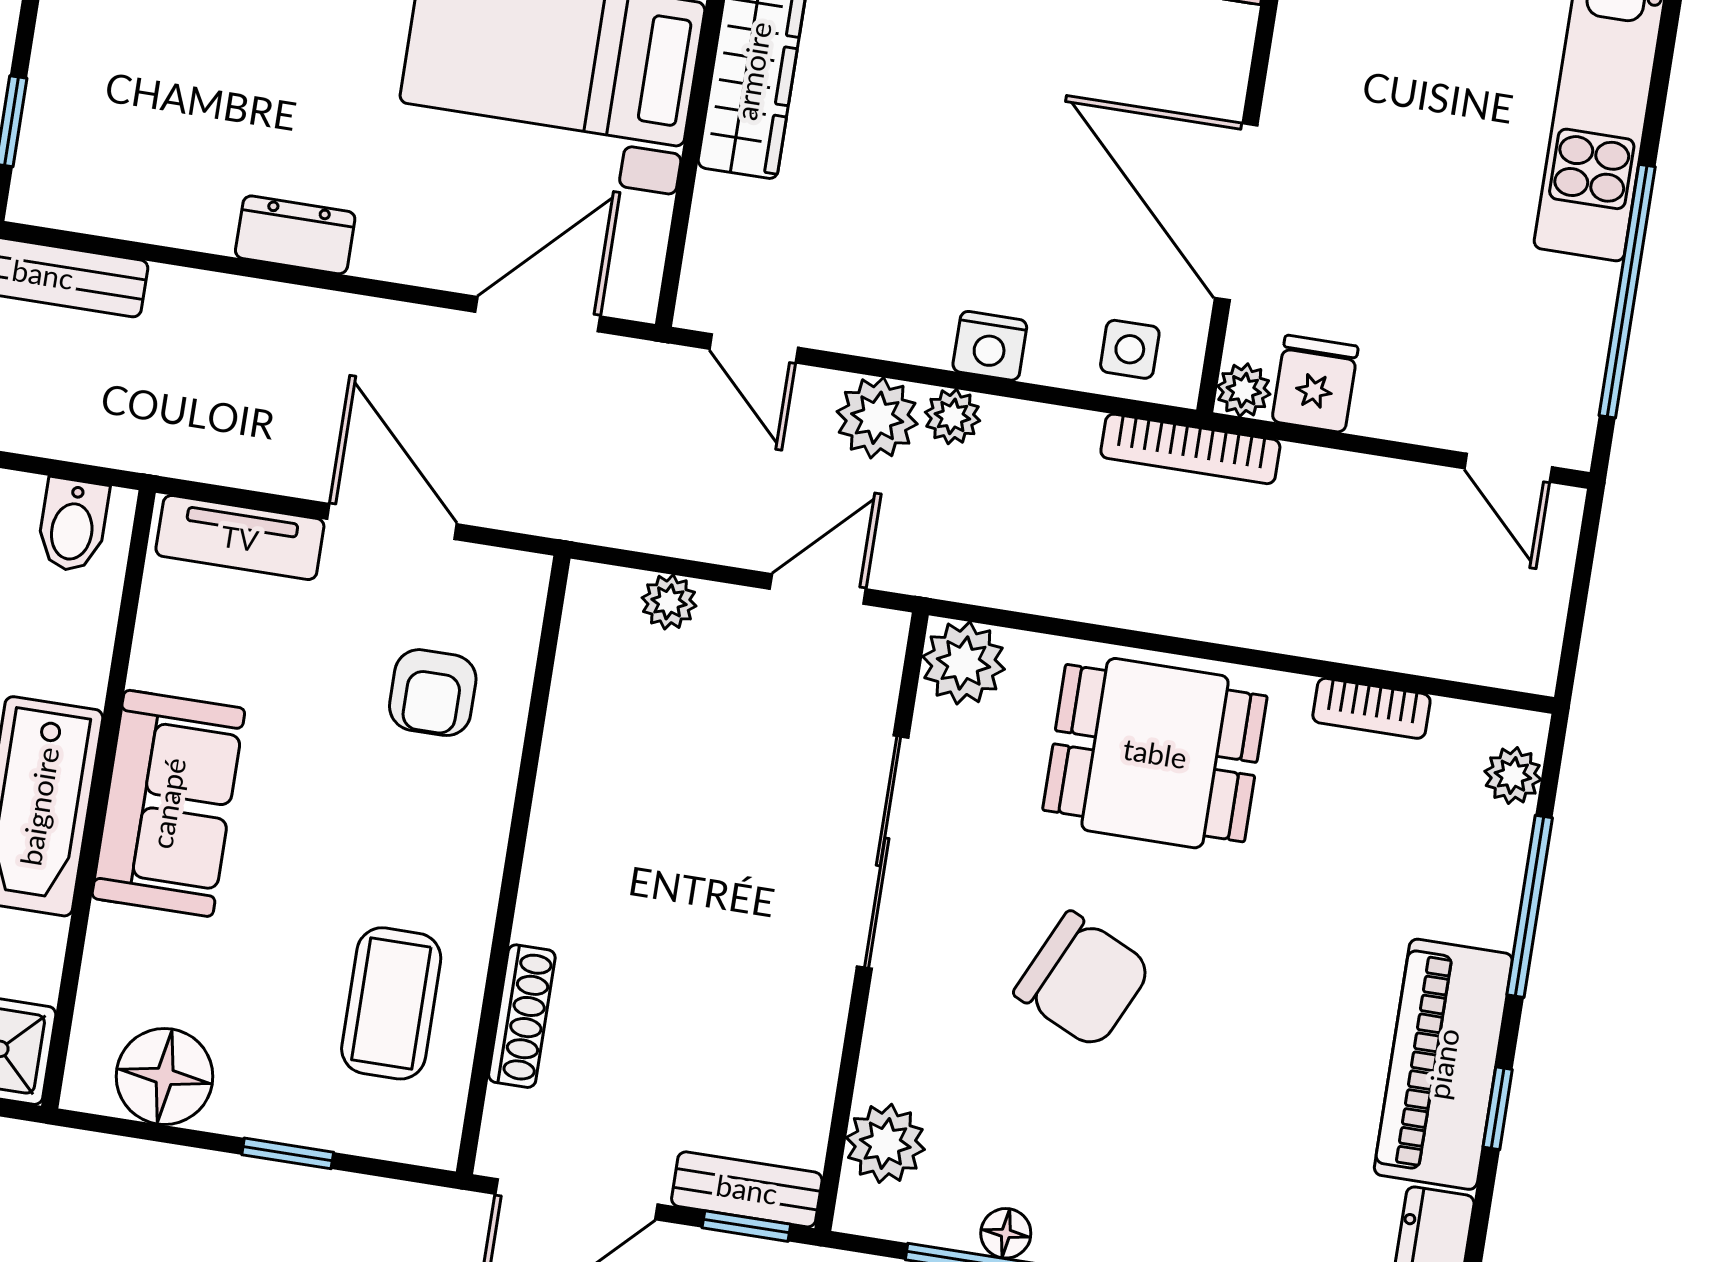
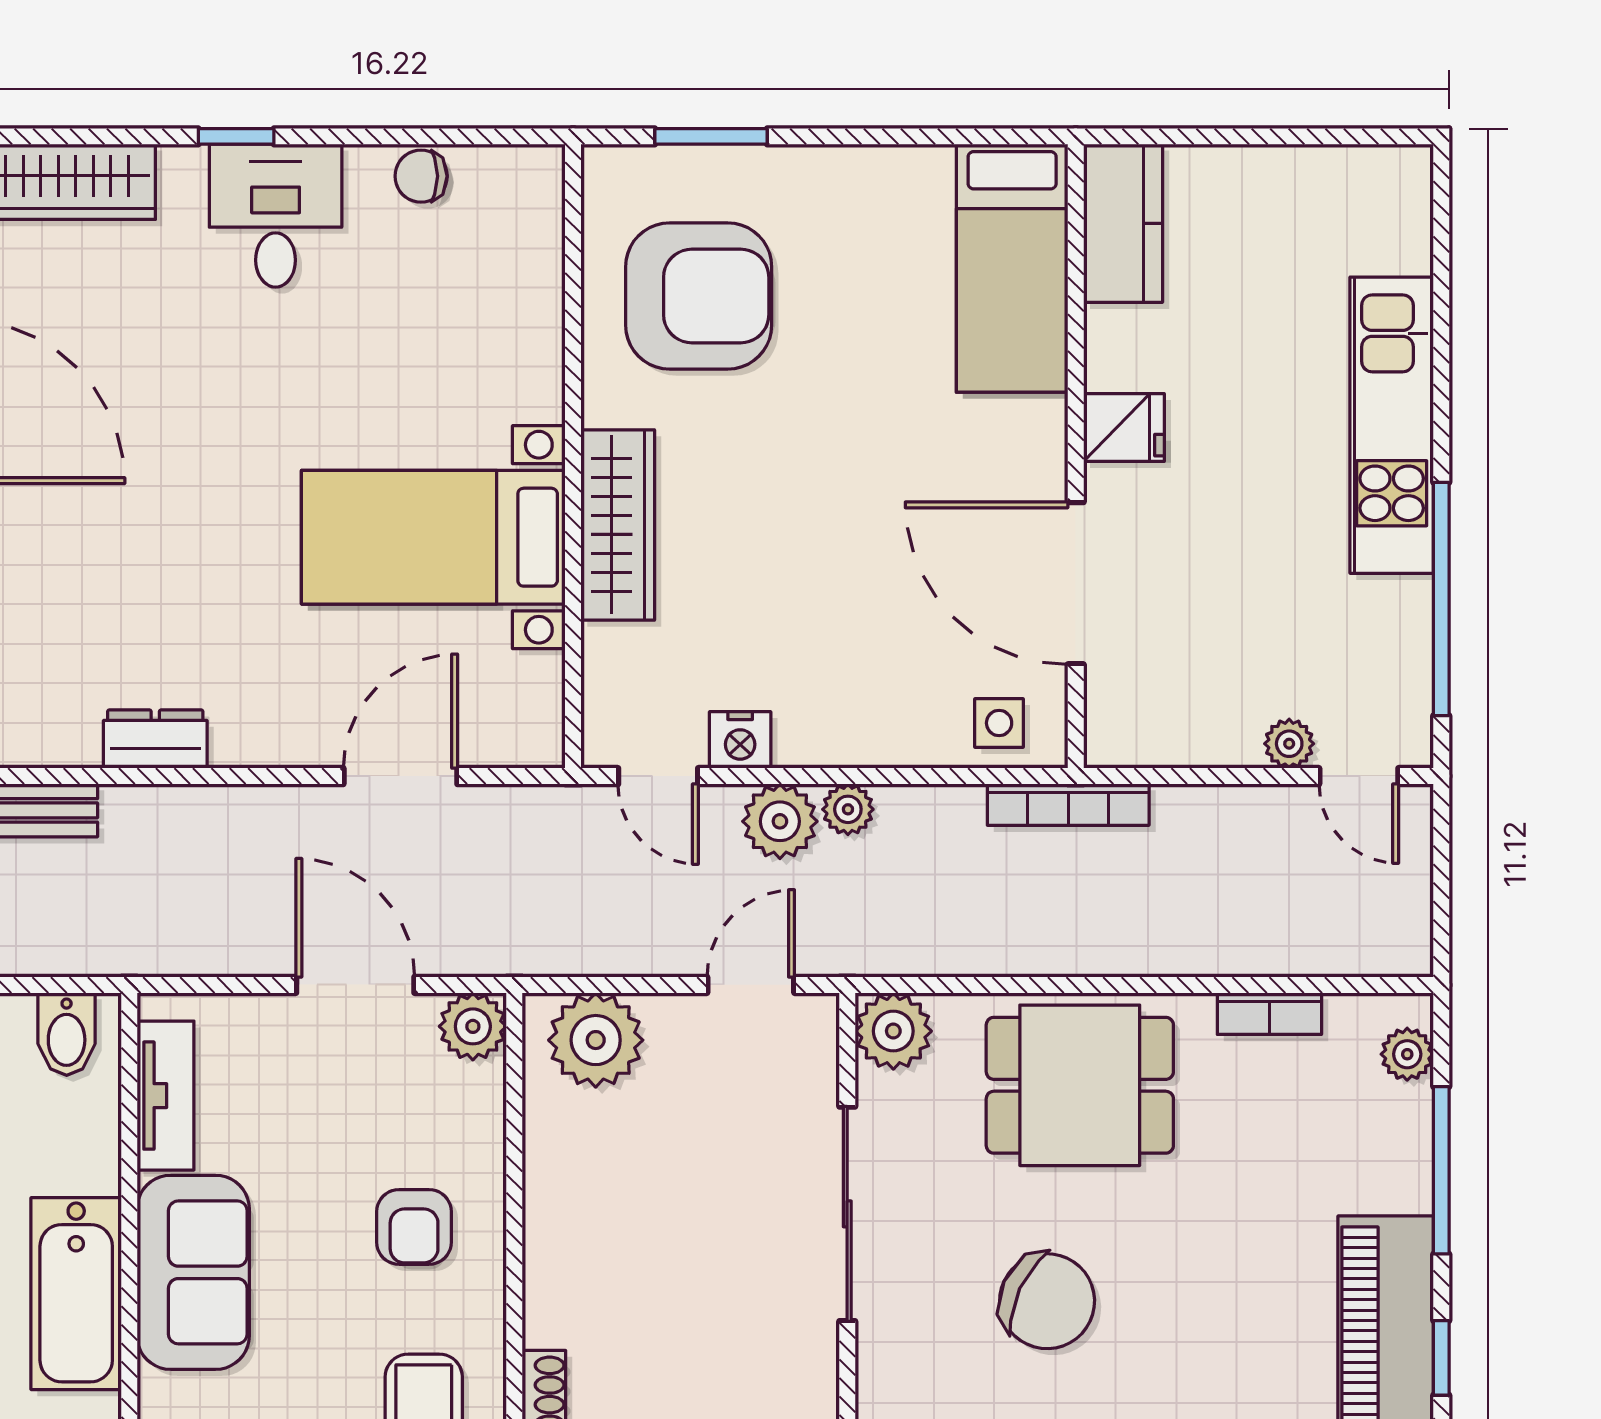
dresser: (295, 235) -> (155, 739), moved
door: (538, 314) -> (400, 776), moved
nightstand: (990, 346) -> (740, 740), moved
fridge: (1315, 384) -> (1124, 428), moved, turned 90
plant: (1244, 390) -> (1289, 744), moved
tv unit: (240, 538) -> (165, 1096), moved, turned -90
plant: (512, 586) -> (473, 1026), added
plant: (669, 602) -> (596, 1040), width x1.88, depth x1.88
armchair: (433, 693) -> (414, 1227), moved

